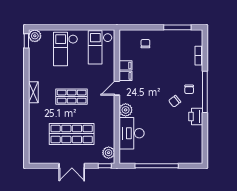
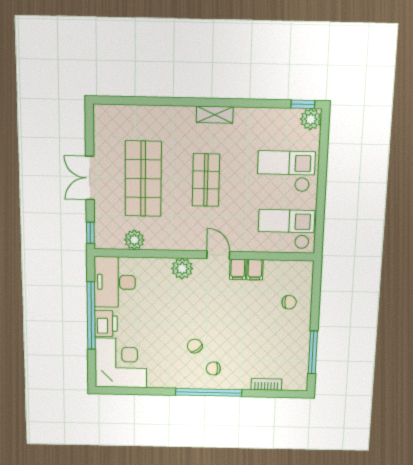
printer: (196, 116) -> (106, 323), moved, turned 90
desk: (132, 133) -> (115, 282), moved, turned -90
corner desk: (187, 147) -> (121, 363), added
plant: (109, 153) -> (134, 240), moved

